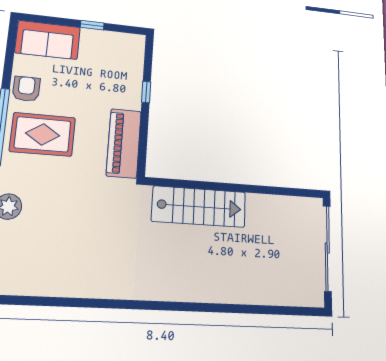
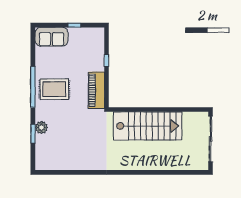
armchair: (26, 89) -> (43, 65), removed
stairs: (199, 207) -> (148, 126), width x1.36, depth x1.51

